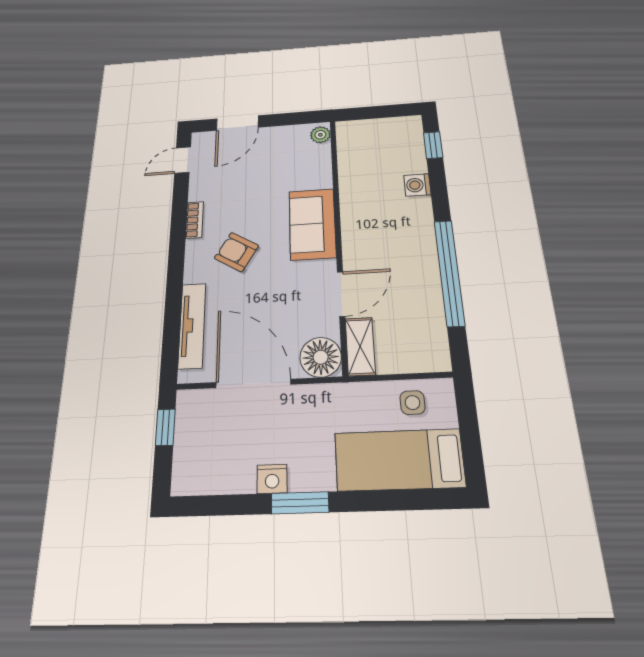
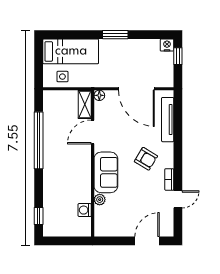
plant: (320, 135) -> (100, 200), moved
door: (183, 160) -> (178, 199), moved
washing machine: (417, 185) -> (85, 210), moved, turned 180
floor lamp: (321, 357) -> (99, 95), width x0.53, depth x0.53
window: (165, 427) -> (178, 56), moved
nightstand: (272, 479) -> (167, 45), moved

